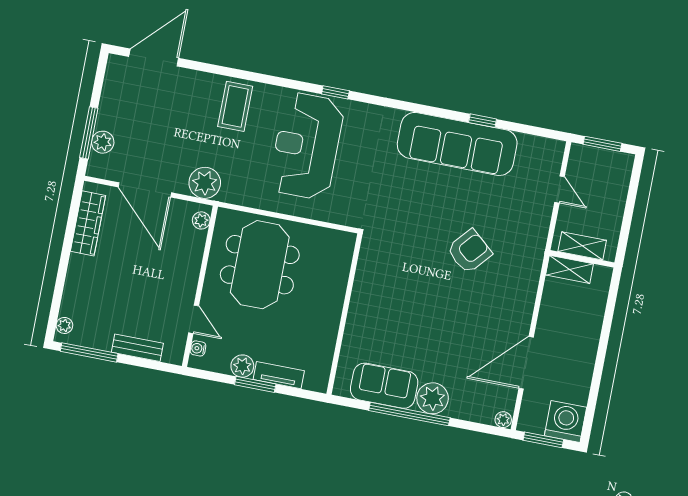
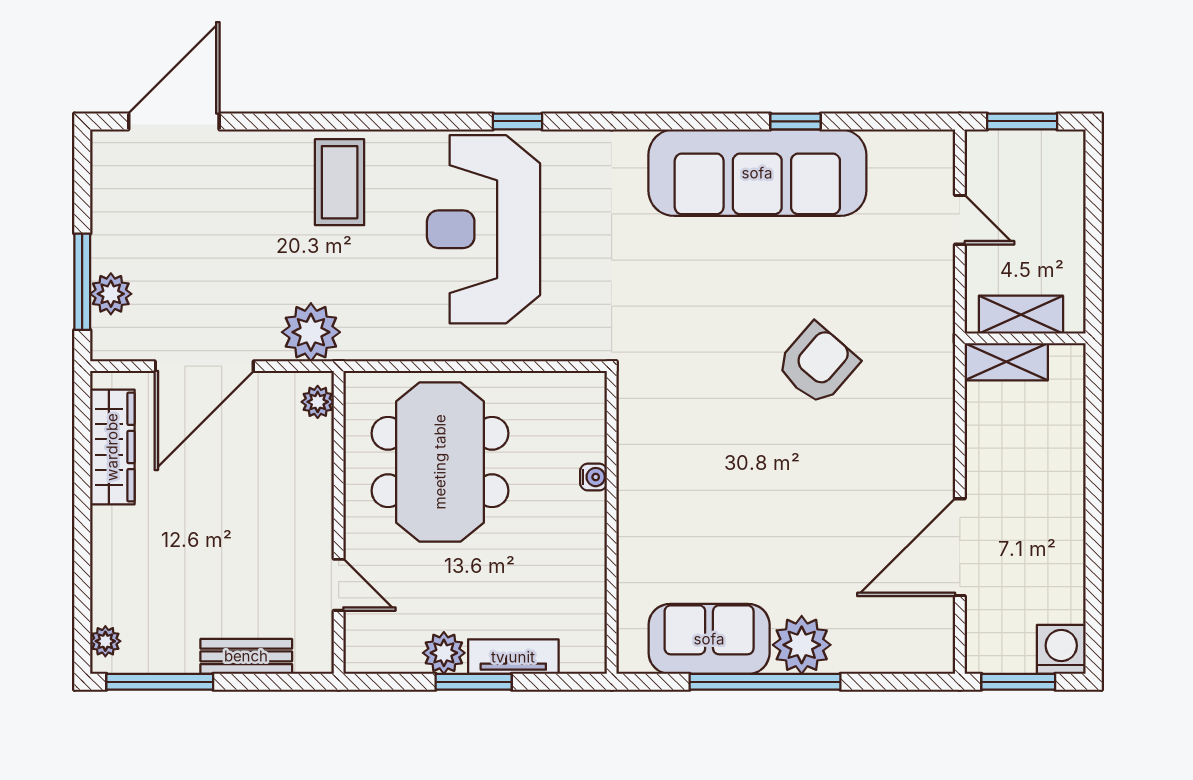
door: (145, 190) -> (204, 366), hinge flipped
water cooler: (198, 348) -> (594, 477), moved, turned 180
plant: (503, 420) -> (938, 659), removed
washing machine: (566, 421) -> (1061, 649), width x0.73, depth x0.73

